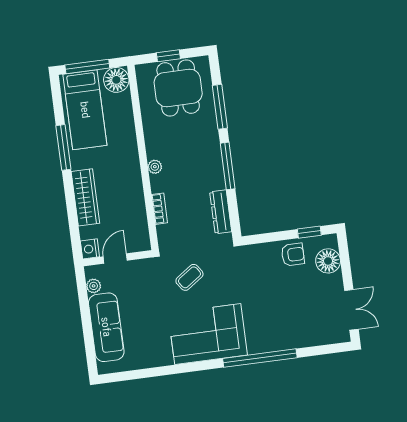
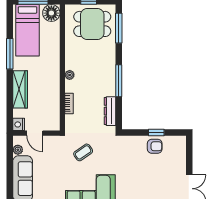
dining table: (178, 88) -> (92, 24), turned 90
window: (220, 107) -> (119, 28), moved
window: (309, 232) -> (156, 133), moved
door: (115, 259) -> (35, 133), swing flipped
floor lamp: (328, 261) -> (178, 154), removed

